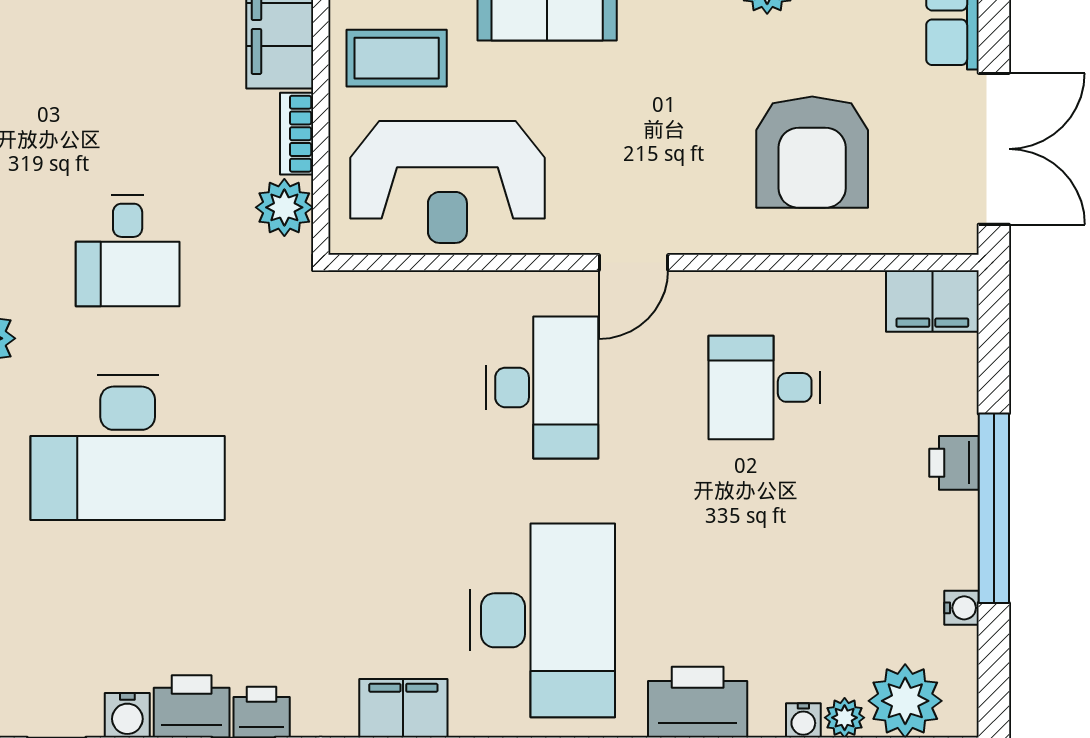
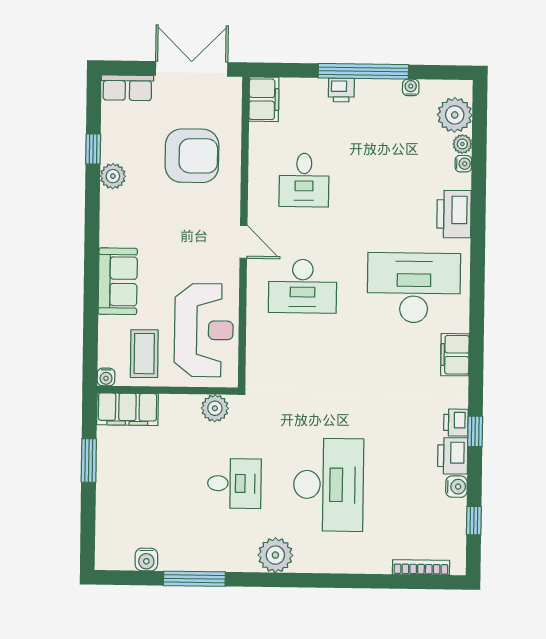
bookcase: (297, 134) -> (180, 402), removed
desk: (542, 387) -> (303, 286), turned 180

